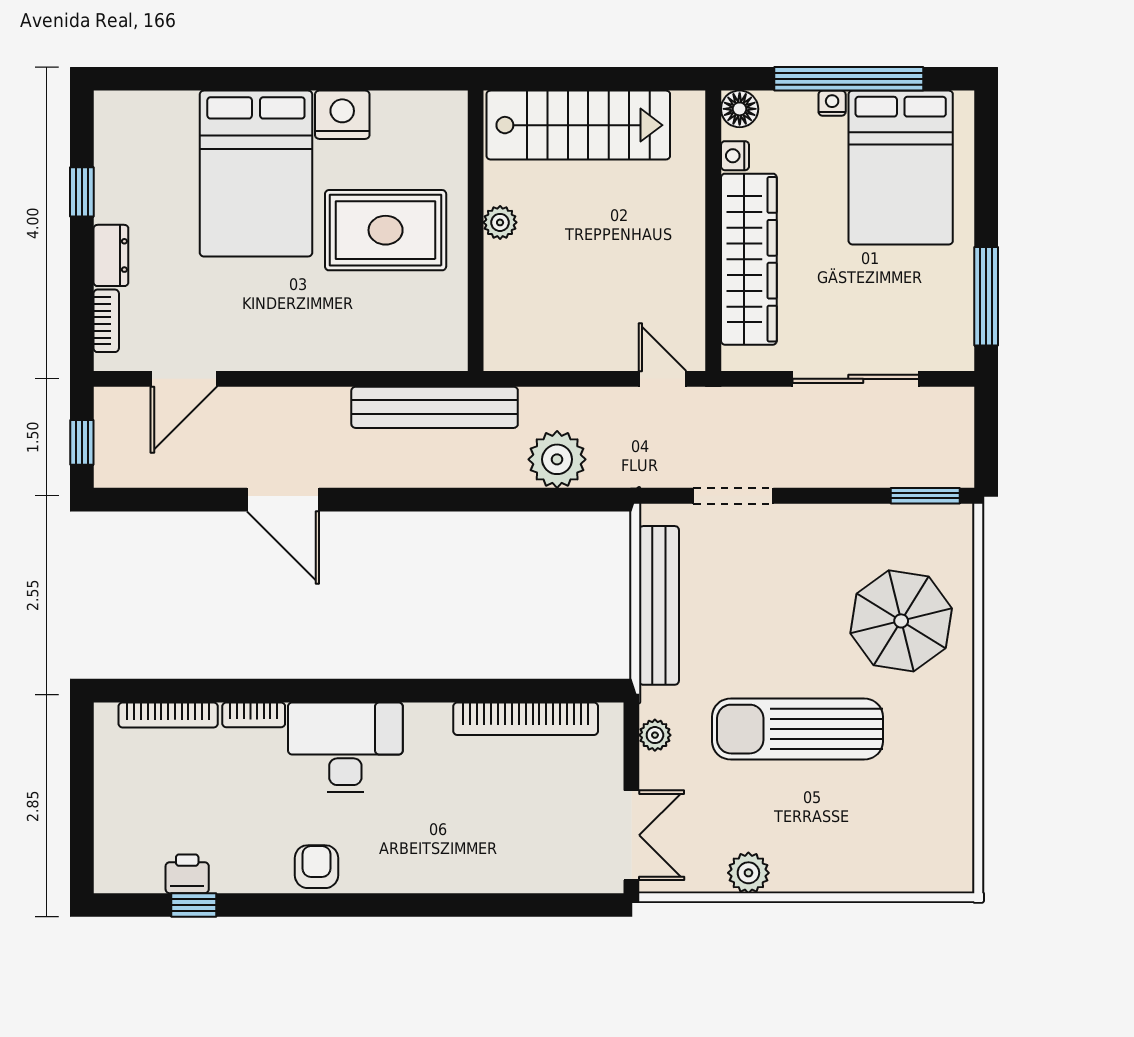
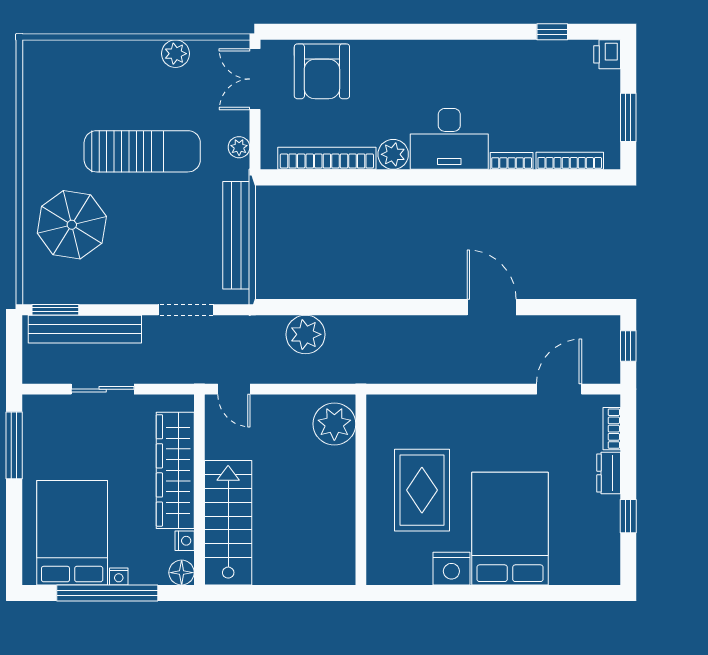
stairs: (578, 125) -> (228, 523), moved, turned 90
plant: (500, 222) -> (334, 424), moved, width x1.88, depth x1.88
rug: (386, 230) -> (422, 490), turned 90
sliding door: (856, 379) -> (103, 389), width x0.73
bench: (435, 407) -> (85, 329), moved
plant: (428, 725) -> (393, 154), added
window: (82, 779) -> (628, 117), added
armchair: (316, 867) -> (322, 71), moved, width x1.88, depth x1.88
printer: (187, 874) -> (607, 54), moved, turned 90

